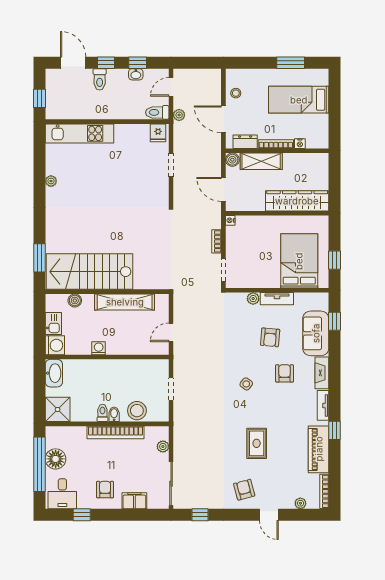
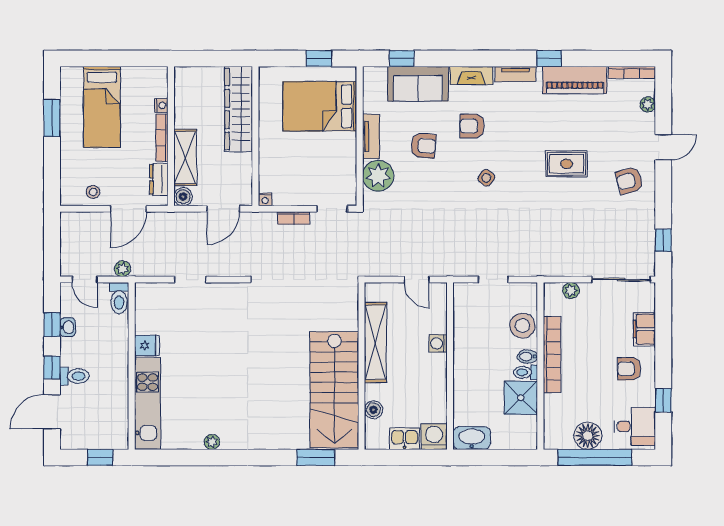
fridge: (158, 133) -> (147, 345), moved
plant: (253, 299) -> (378, 176), width x1.87, depth x1.87
washing machine: (99, 348) -> (438, 343), moved
shower: (58, 409) -> (521, 398), moved

